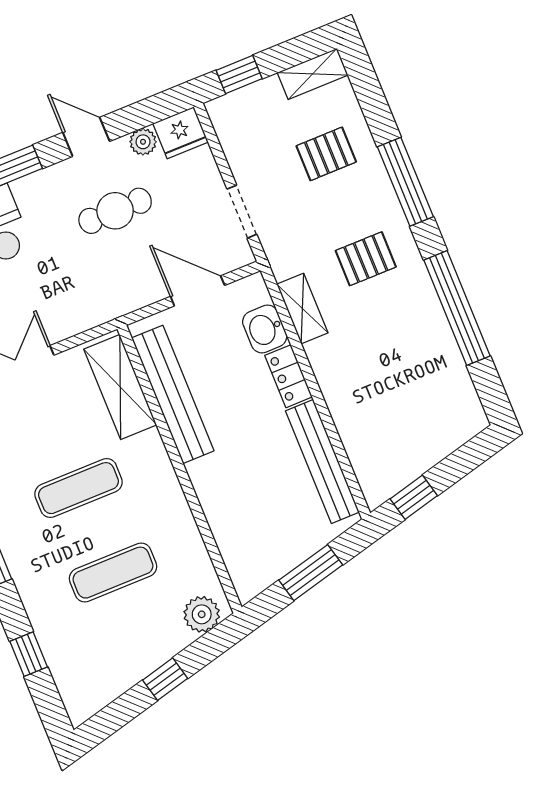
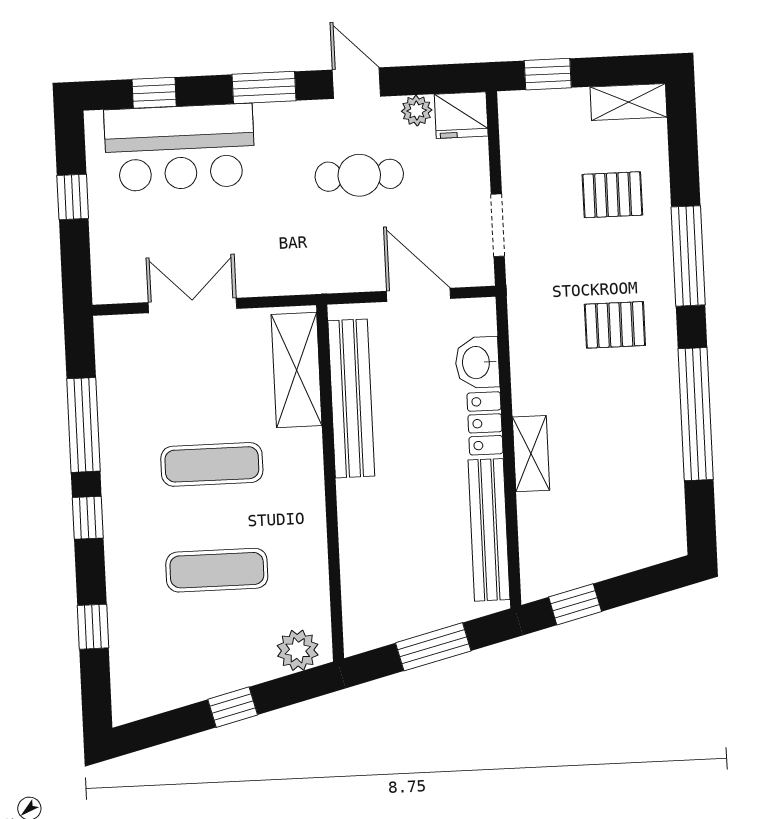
shelving: (302, 309) -> (531, 454), moved

